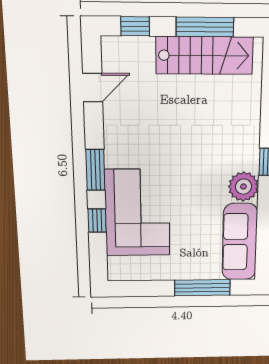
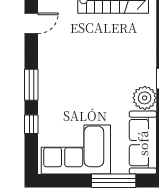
corner sofa: (137, 213) -> (76, 150), moved, turned -90

